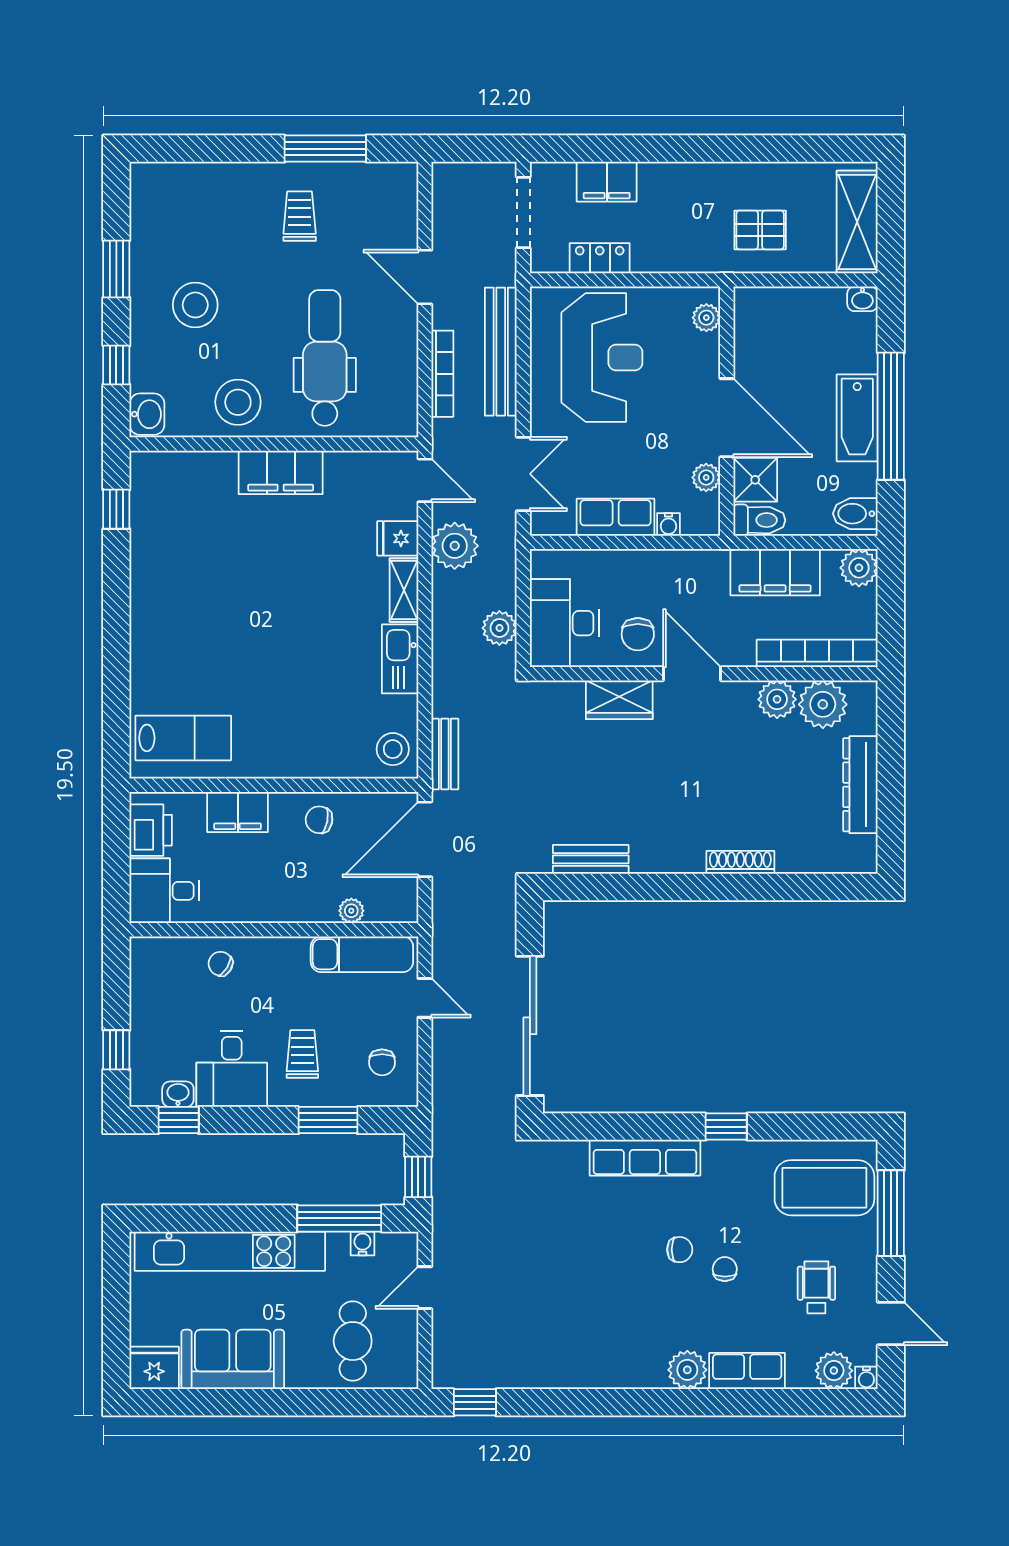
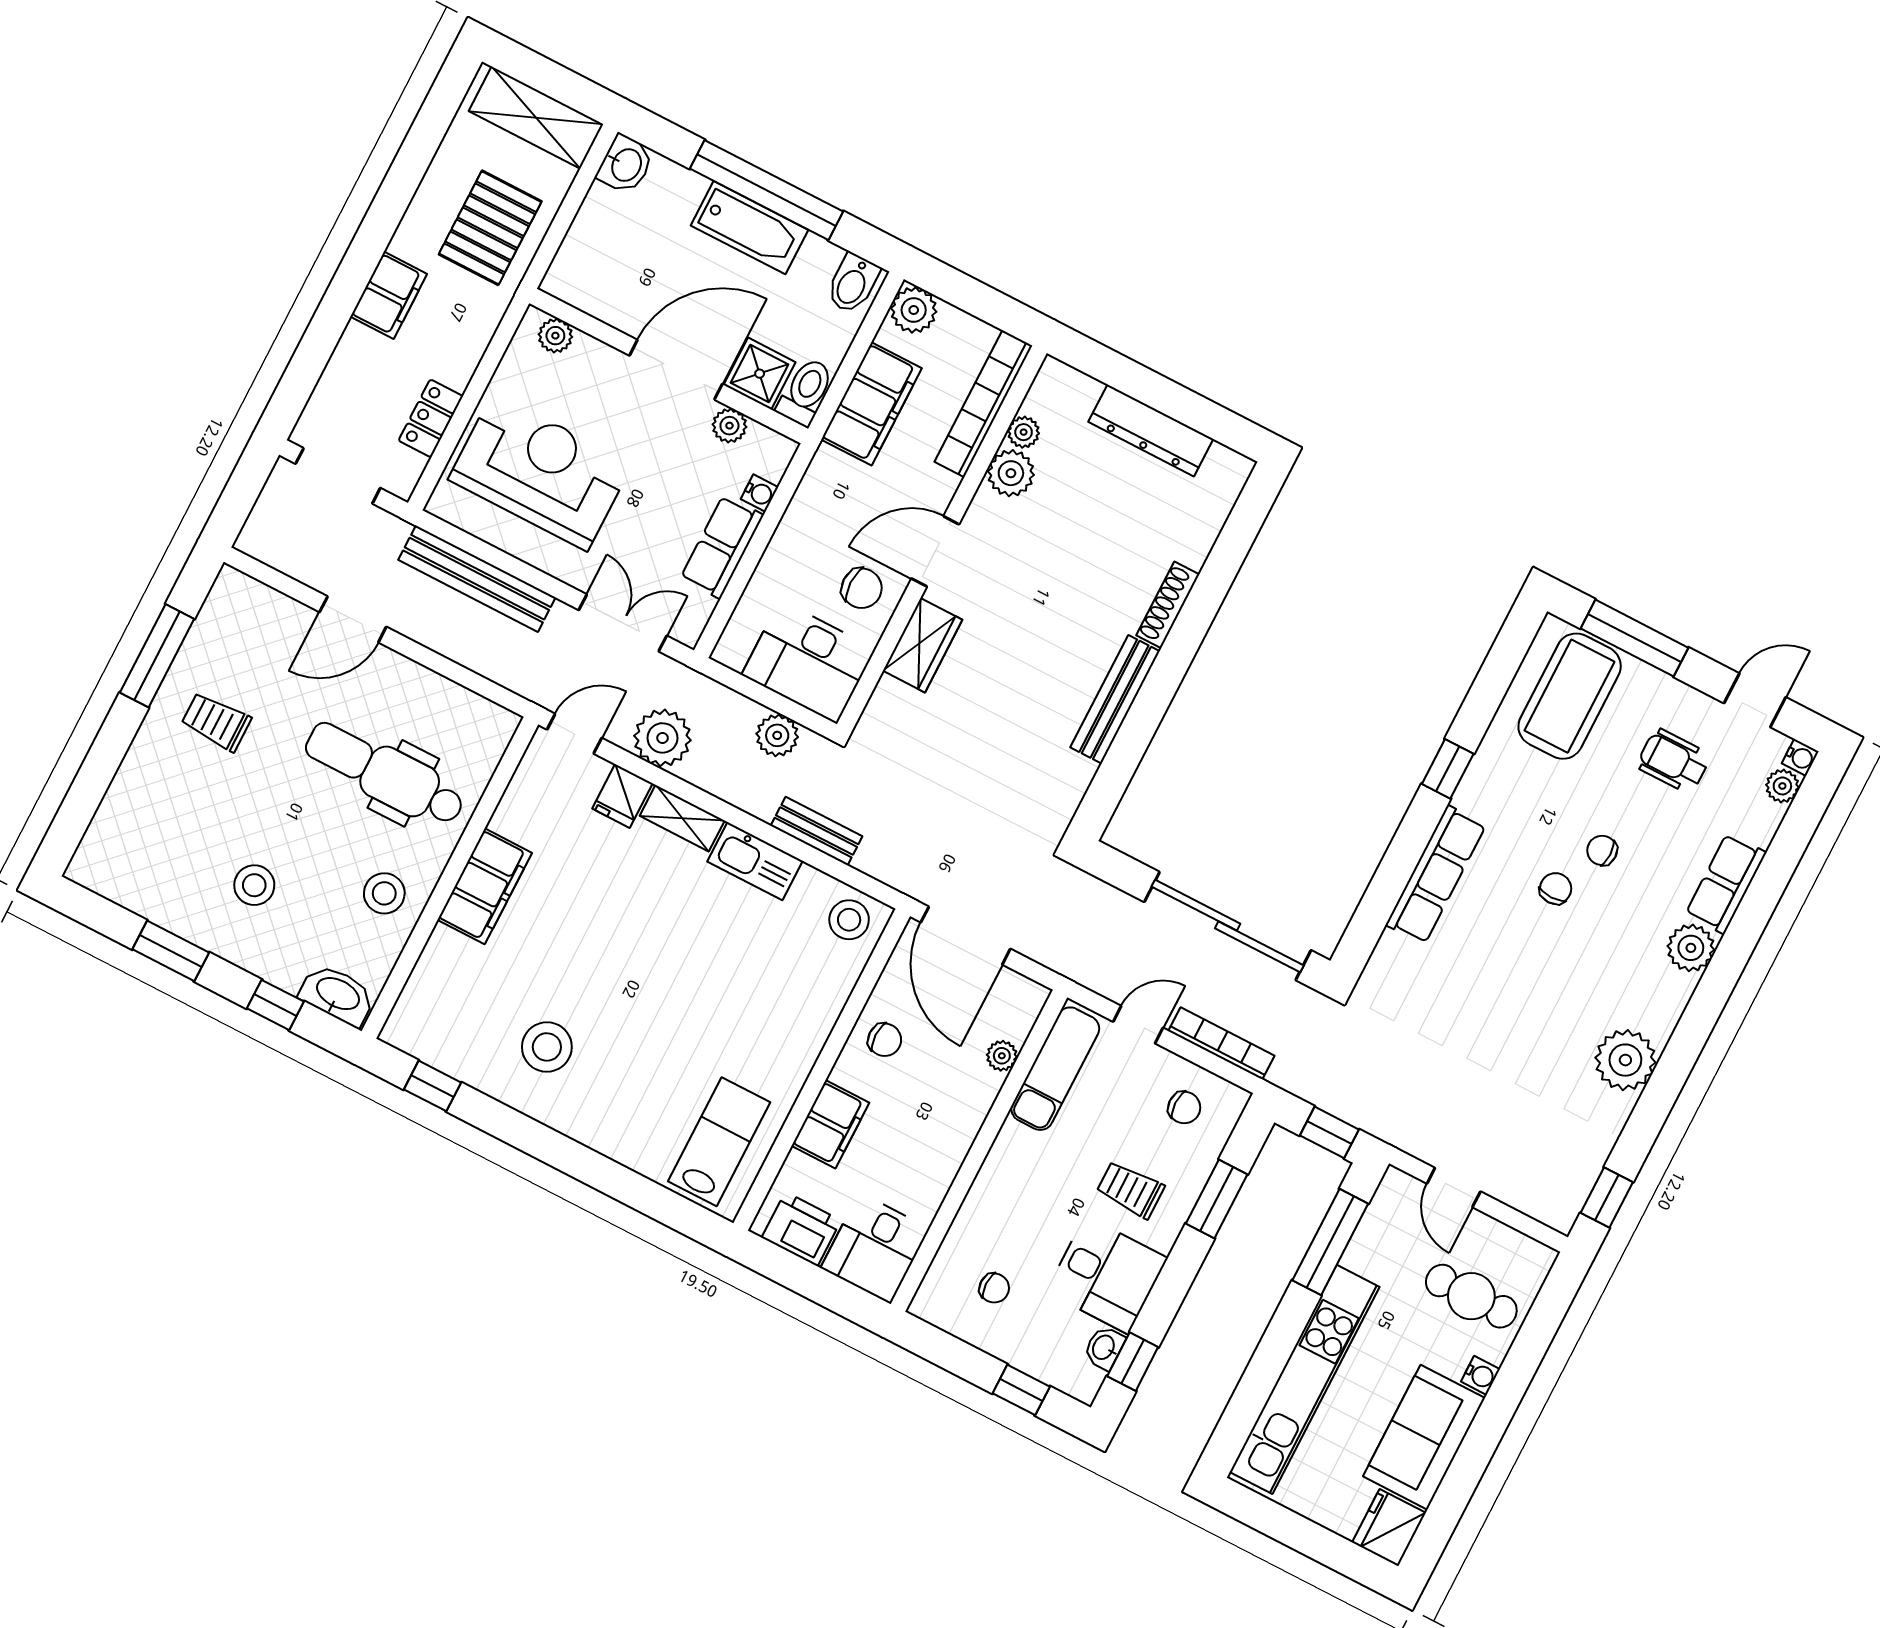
filing cabinet: (607, 182) -> (389, 295), moved
pallet: (760, 230) -> (490, 228), width x1.50, depth x1.42
washbasin: (862, 299) -> (625, 164), width x1.38, depth x1.45
stool: (195, 305) -> (254, 885), width x0.73, depth x0.73
bookcase: (442, 374) -> (1221, 1043), moved
stool: (238, 402) -> (384, 893), width x0.73, depth x0.73
washbasin: (147, 414) -> (337, 995), width x1.38
stool: (187, 578) -> (547, 1047), added
plant: (823, 704) -> (1024, 432), width x0.53, depth x0.53
bench: (445, 754) -> (816, 831), moved
chair: (319, 820) -> (885, 1040), turned -101
bench: (591, 859) -> (1115, 699), moved, width x1.36
chair: (221, 964) -> (994, 1288), moved, turned -122
water cooler: (362, 1244) -> (1480, 1375), moved, turned 180
plant: (582, 1364) -> (1625, 1060), added
plant: (834, 1371) -> (1782, 786), width x0.73, depth x0.73

